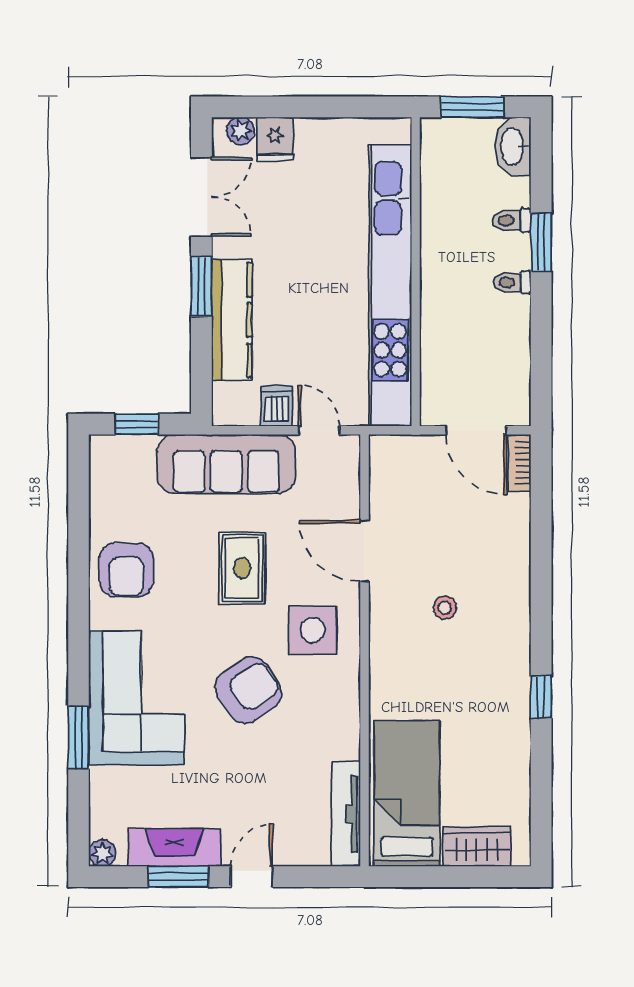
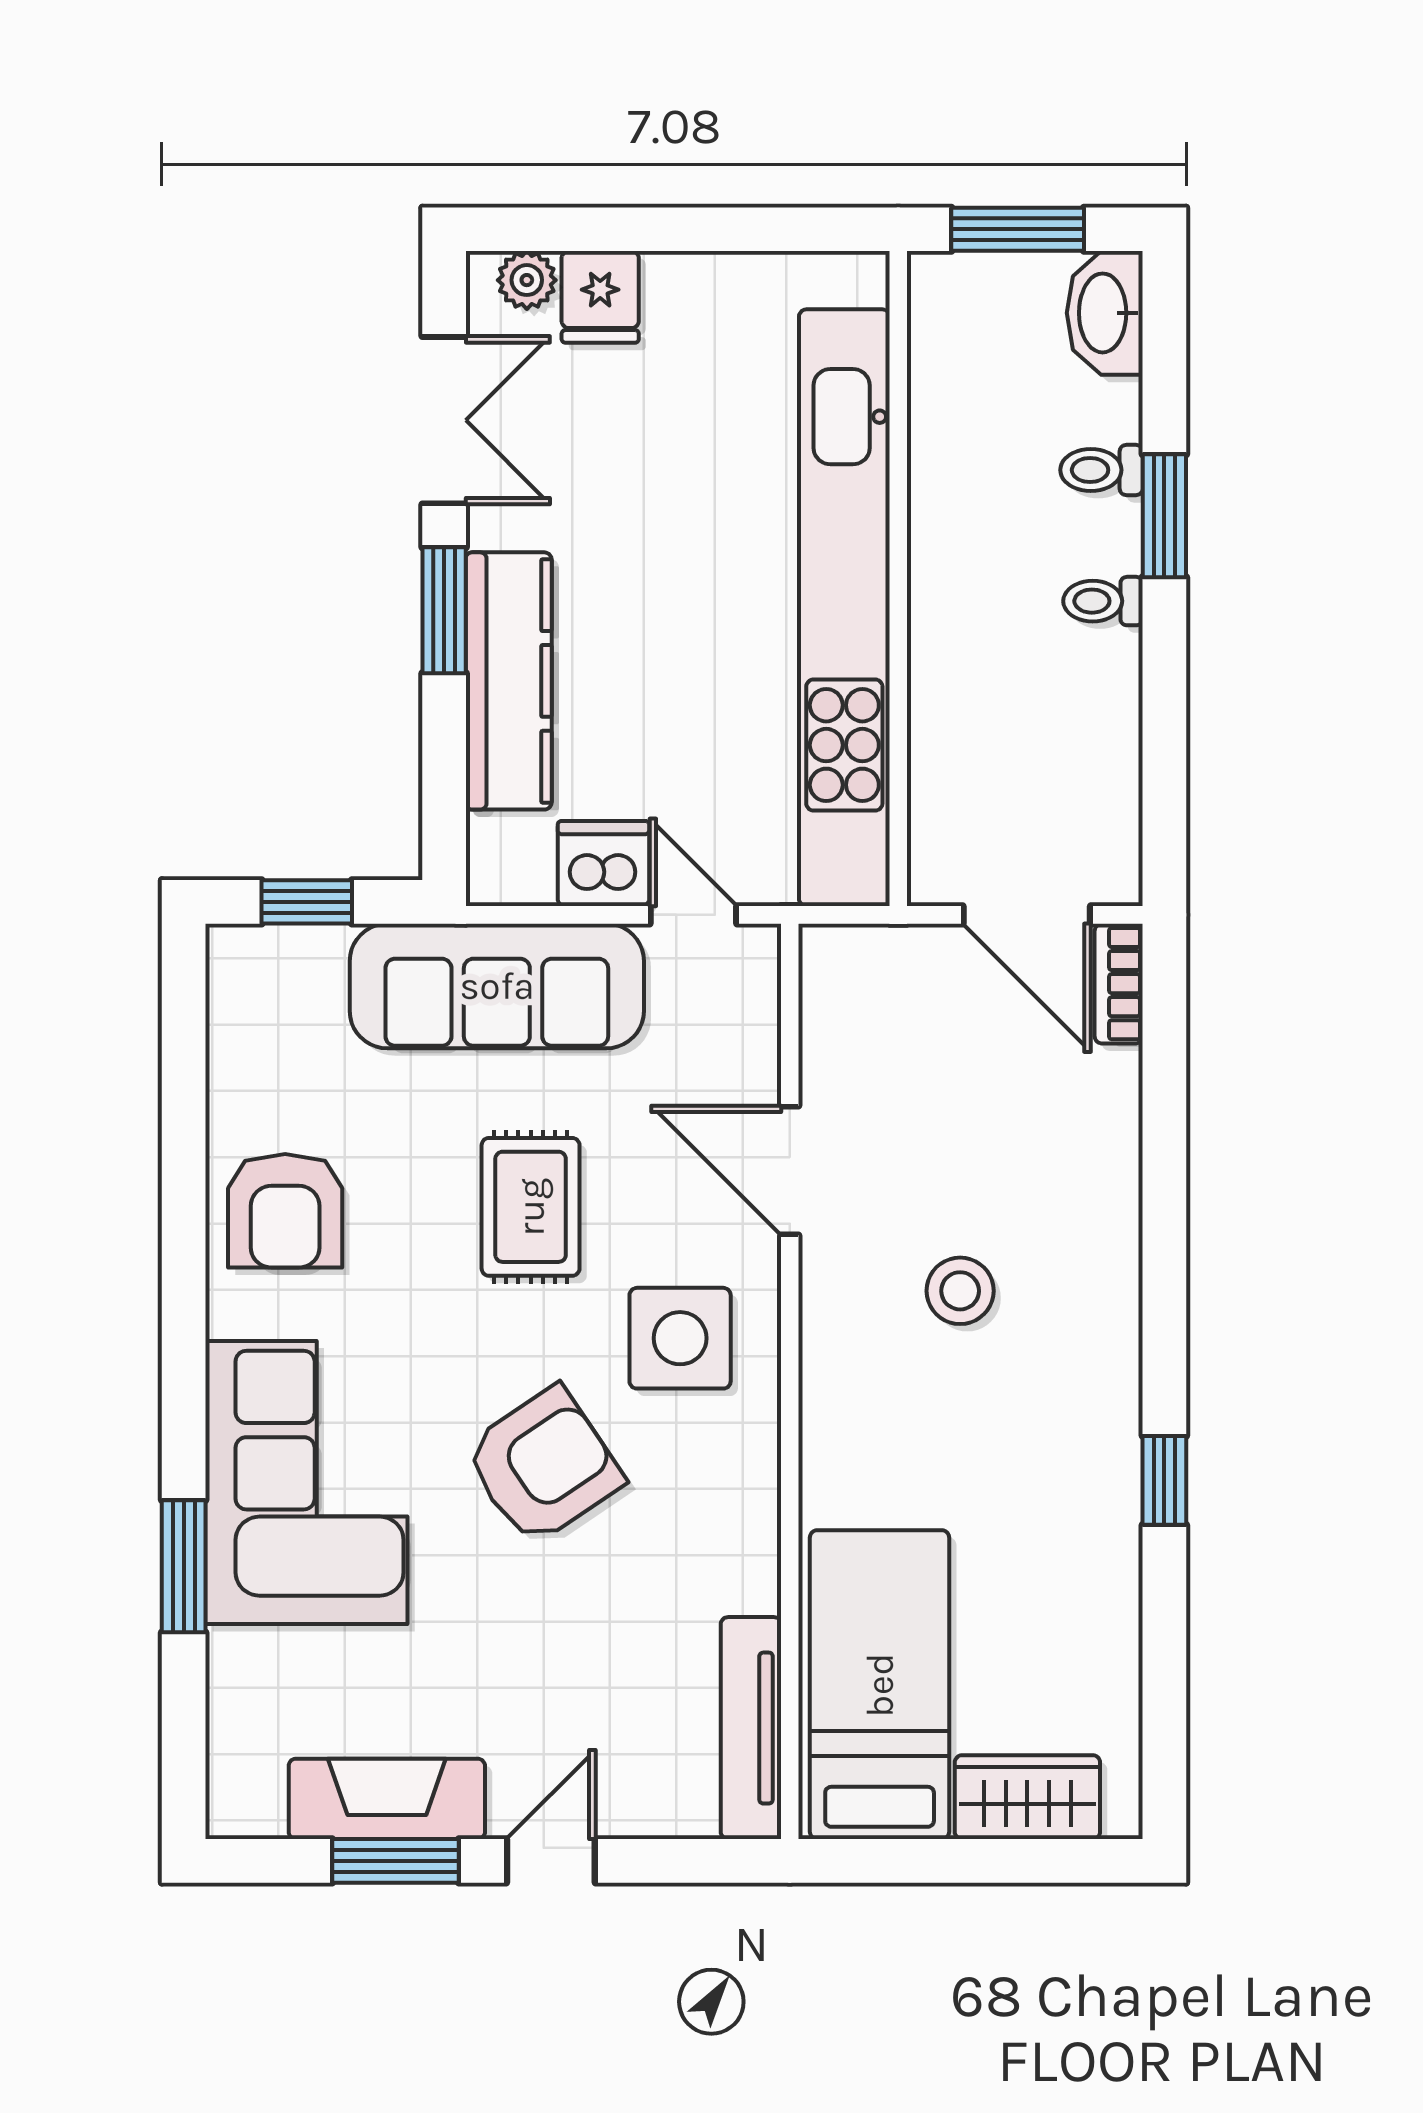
dishwasher: (277, 406) -> (603, 863), width x1.38
stool: (445, 608) -> (960, 1291), width x1.37, depth x1.37
plant: (102, 853) -> (234, 1811), removed

